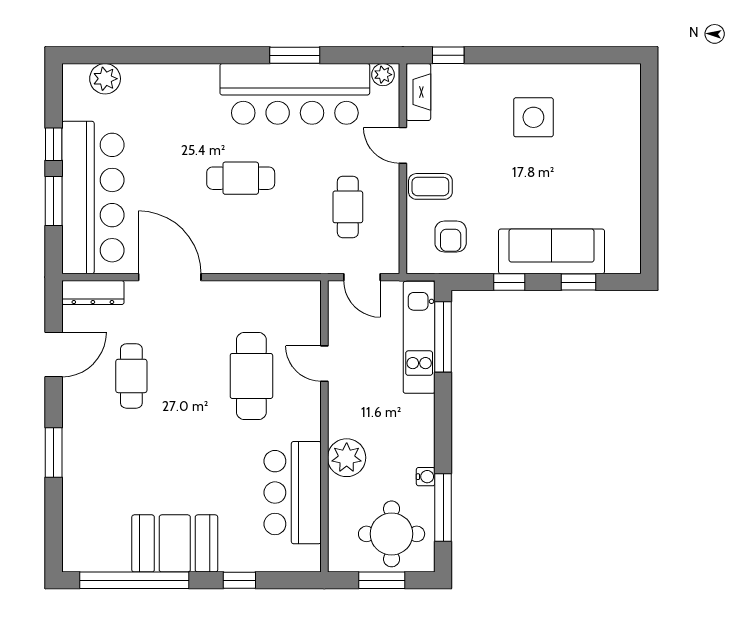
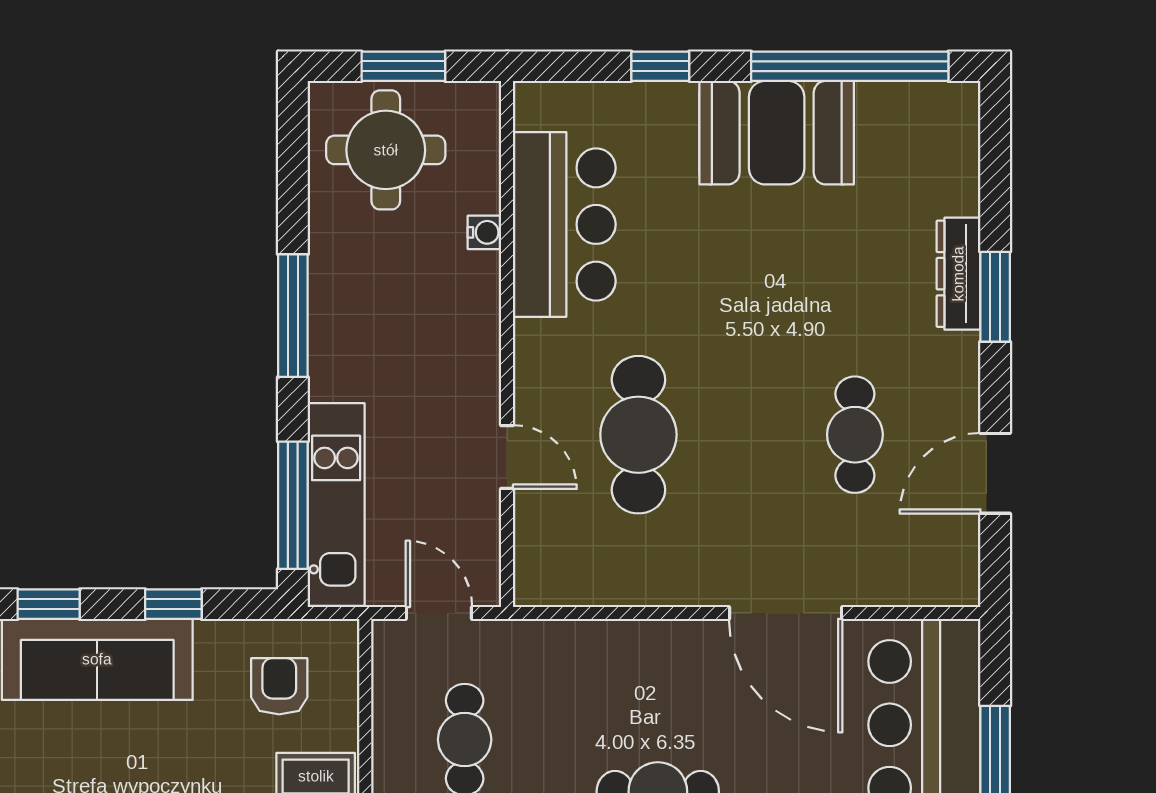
dresser: (93, 293) -> (958, 274), moved, turned -90
plant: (347, 458) -> (467, 287), removed
water cooler: (426, 477) -> (484, 232), moved, turned 180
window: (443, 507) -> (293, 316), moved

